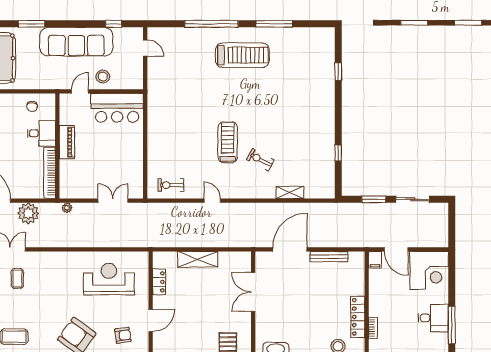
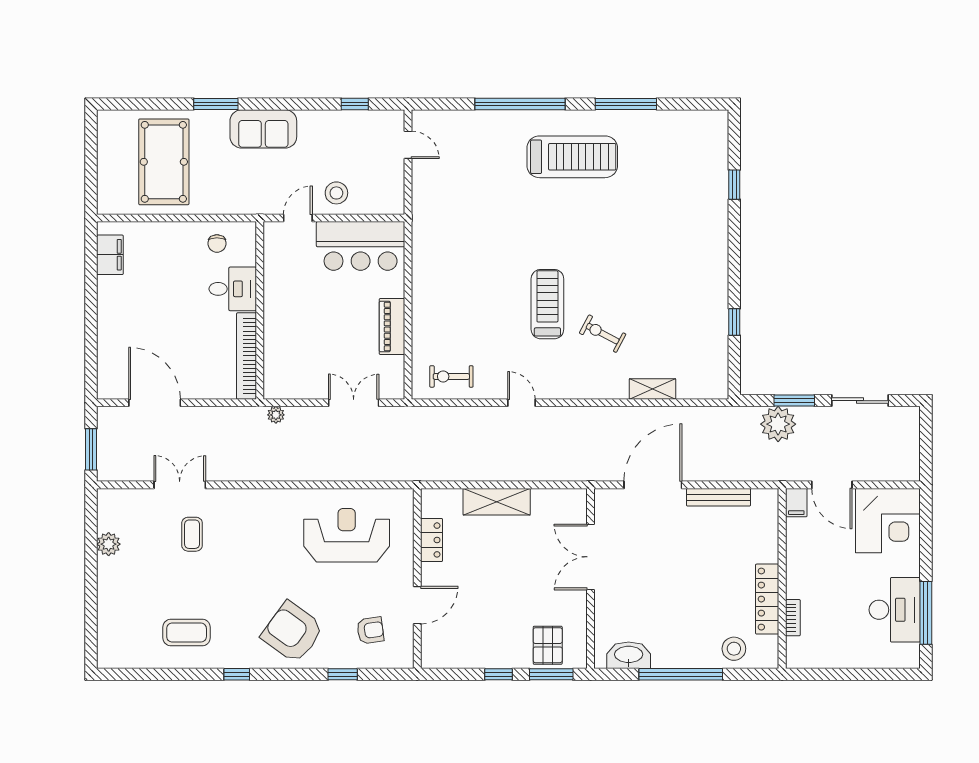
sofa: (76, 42) -> (263, 129), width x0.54, depth x0.79
piano: (67, 142) -> (392, 326), moved, turned 180
plant: (28, 213) -> (778, 424), moved
desk: (433, 318) -> (895, 610), width x1.37

